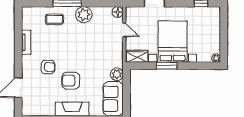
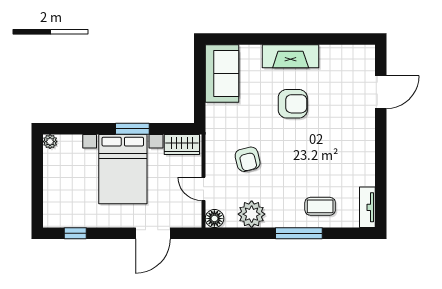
plant: (84, 15) -> (252, 214), moved
tv unit: (26, 42) -> (367, 207), moved
armchair: (48, 67) -> (248, 159), moved, turned -104
plant: (117, 74) -> (216, 115), removed

